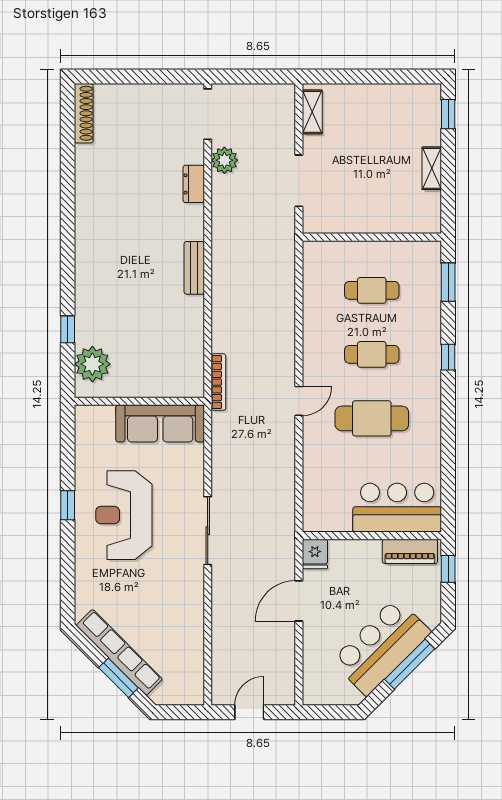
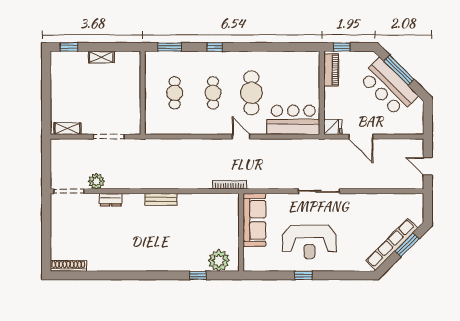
bar counter: (397, 508) -> (293, 120), moved, turned 90

